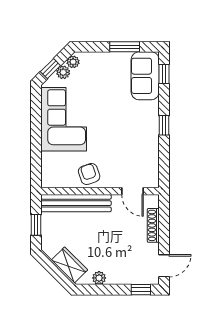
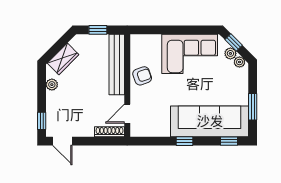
sofa: (145, 76) -> (210, 121), width x1.85, depth x1.27
shoe rack: (153, 225) -> (110, 132), moved

